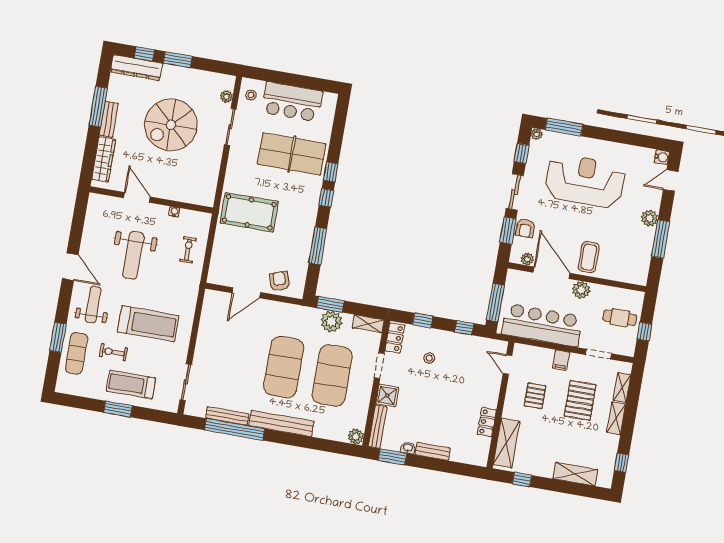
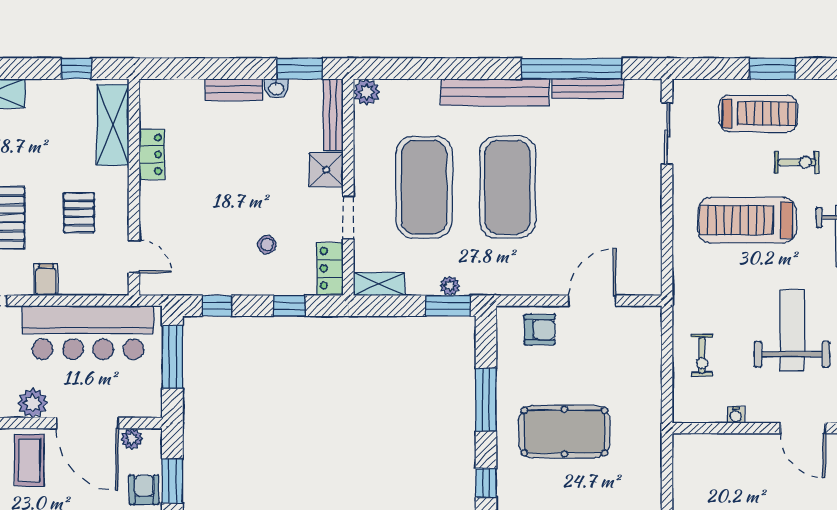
pool table: (249, 212) -> (564, 432), moved
armchair: (279, 281) -> (540, 330), turned -72
plant: (331, 322) -> (450, 286), width x0.53, depth x0.53

